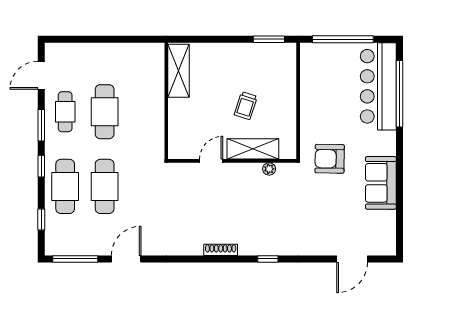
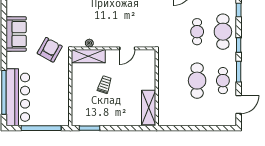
shelving: (253, 149) -> (88, 56), moved
armchair: (330, 159) -> (50, 50), turned -62
cafe table: (105, 186) -> (197, 32), width x0.73, depth x0.74

